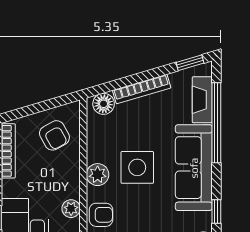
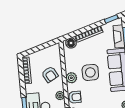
armchair: (54, 135) -> (50, 74), moved

